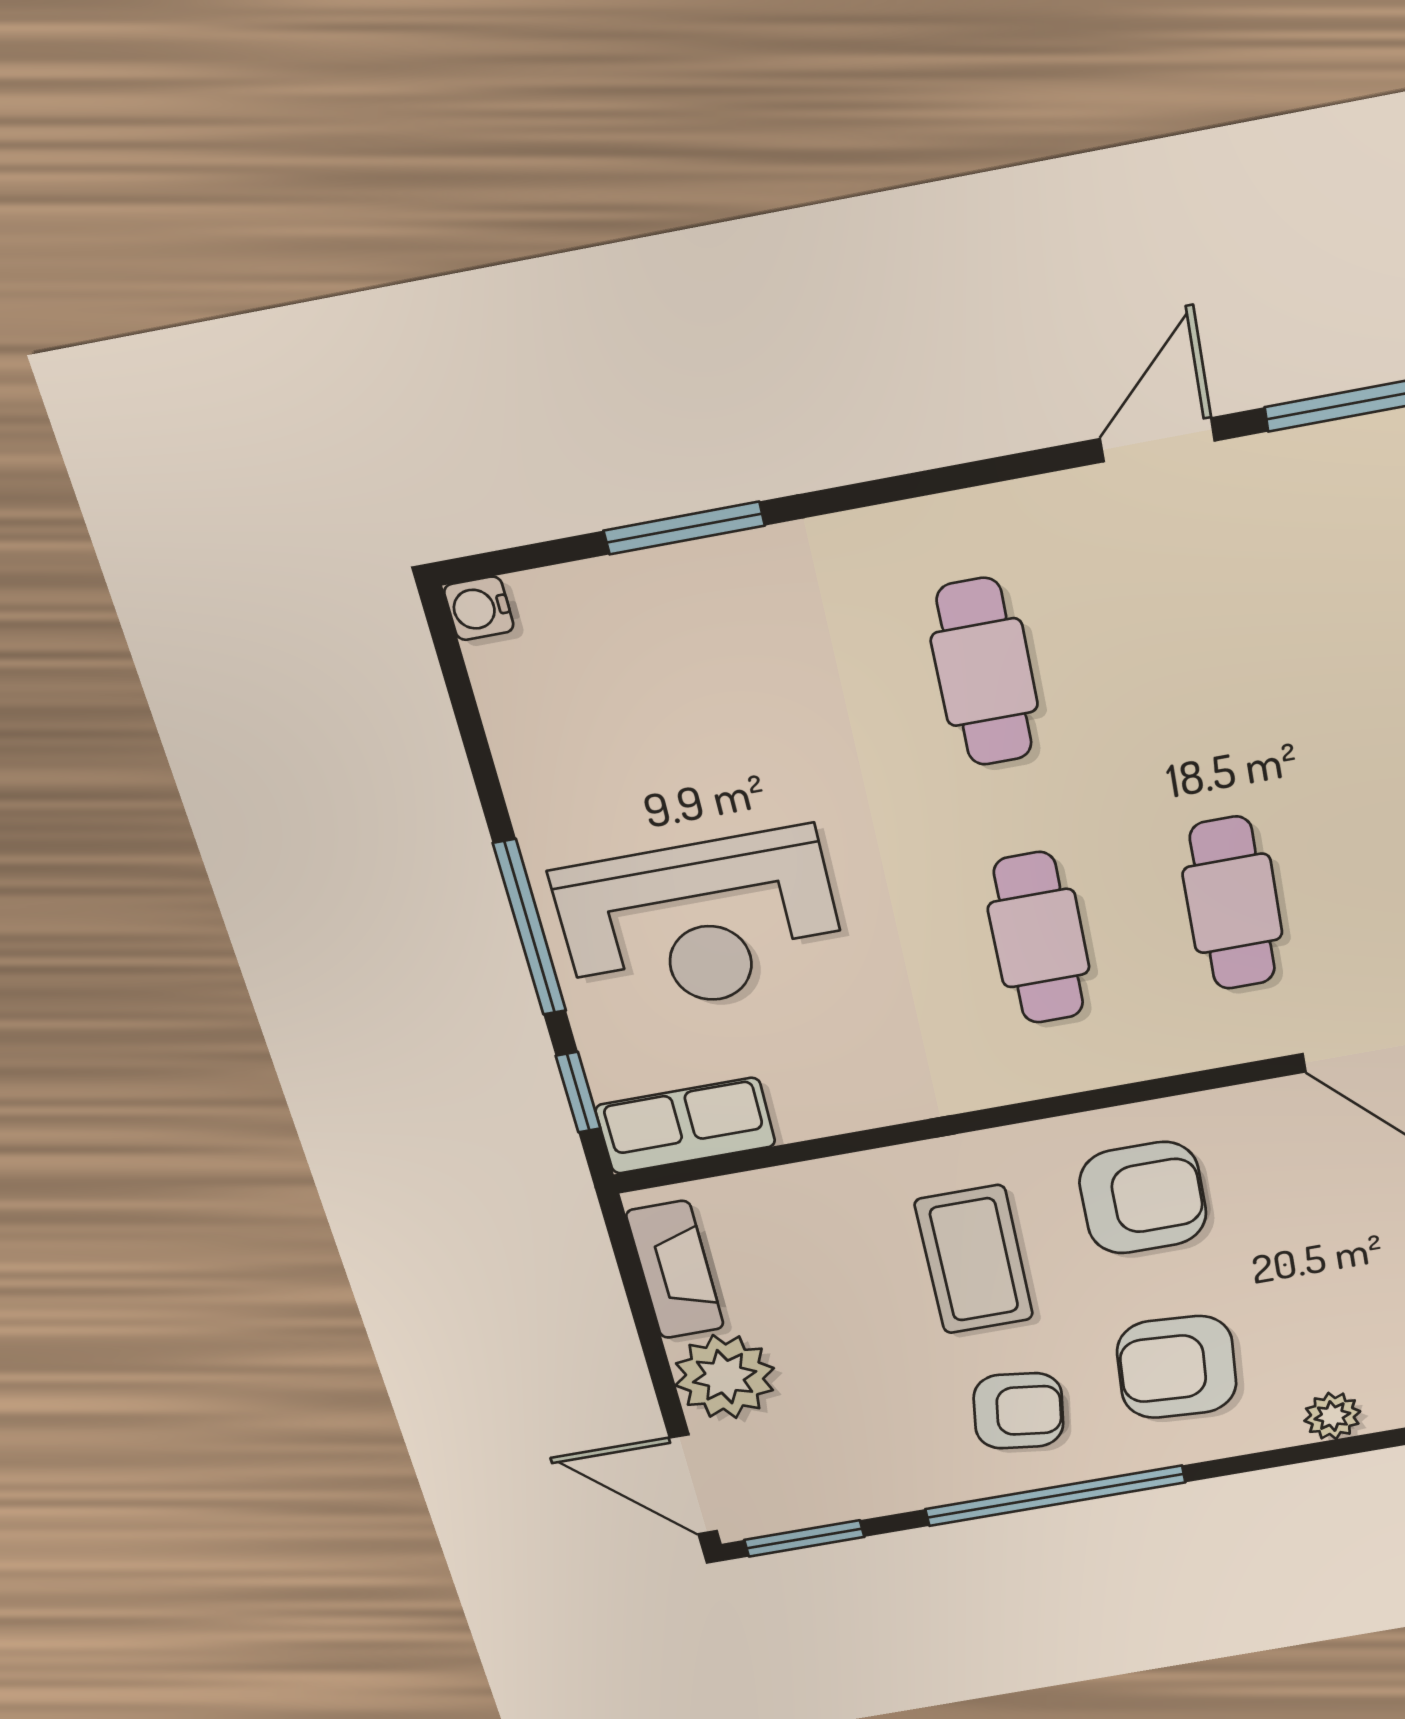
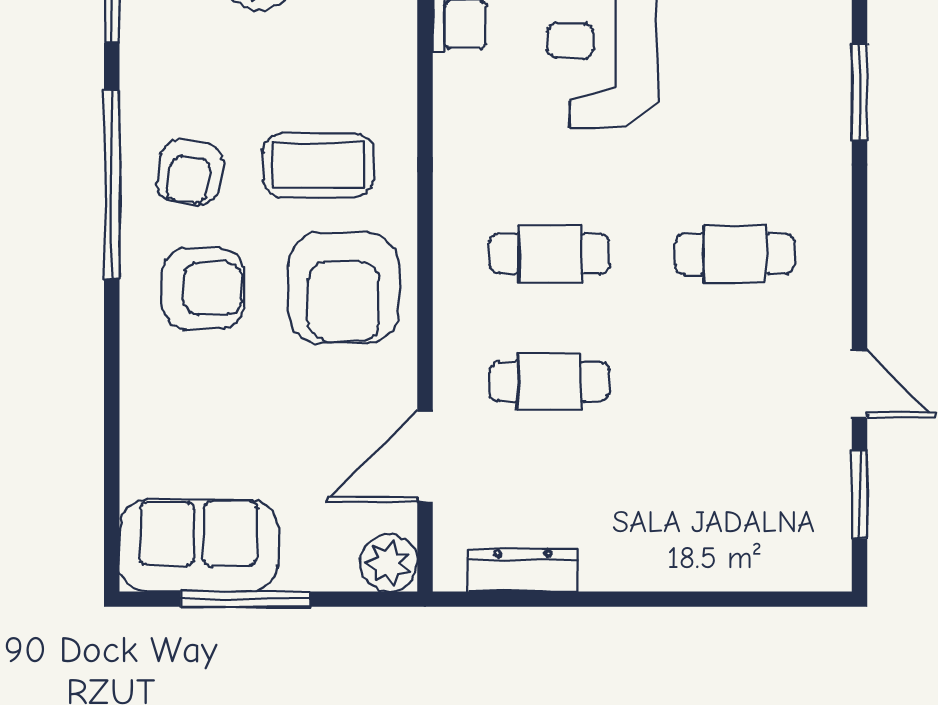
armchair: (1143, 1198) -> (344, 288), width x1.36, depth x1.36
armchair: (1177, 1367) -> (203, 289), turned 86
plant: (1332, 1416) -> (140, 391), removed

